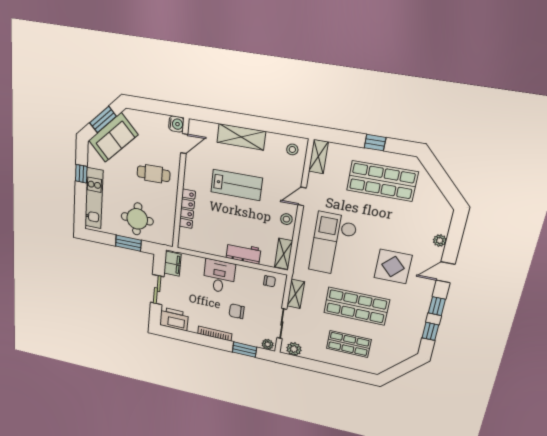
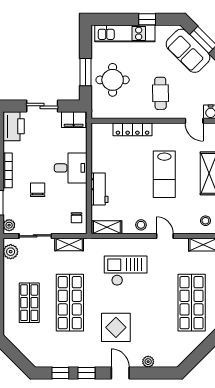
checkout: (333, 244) -> (126, 271), width x0.73, depth x0.83

